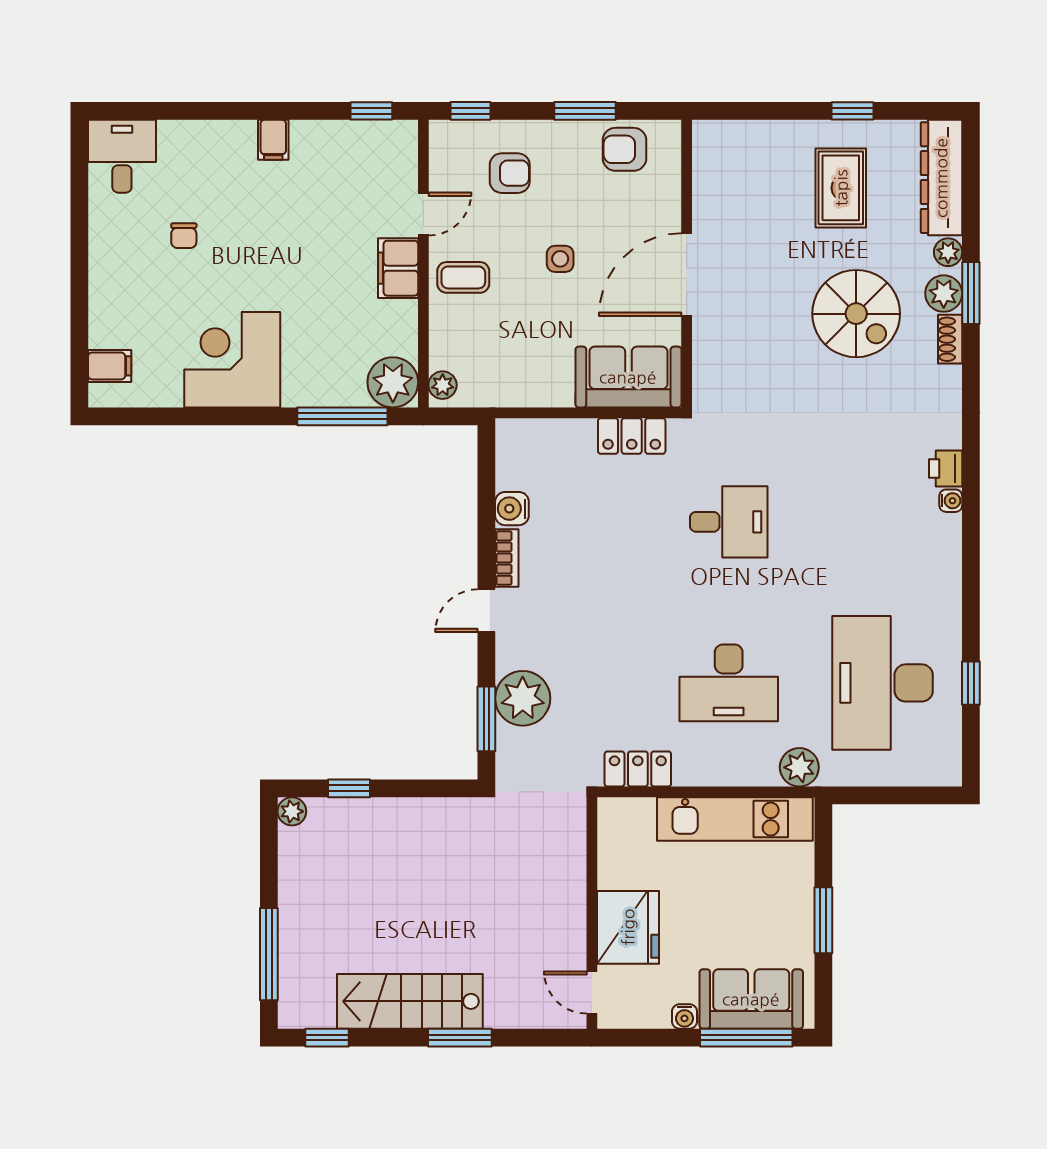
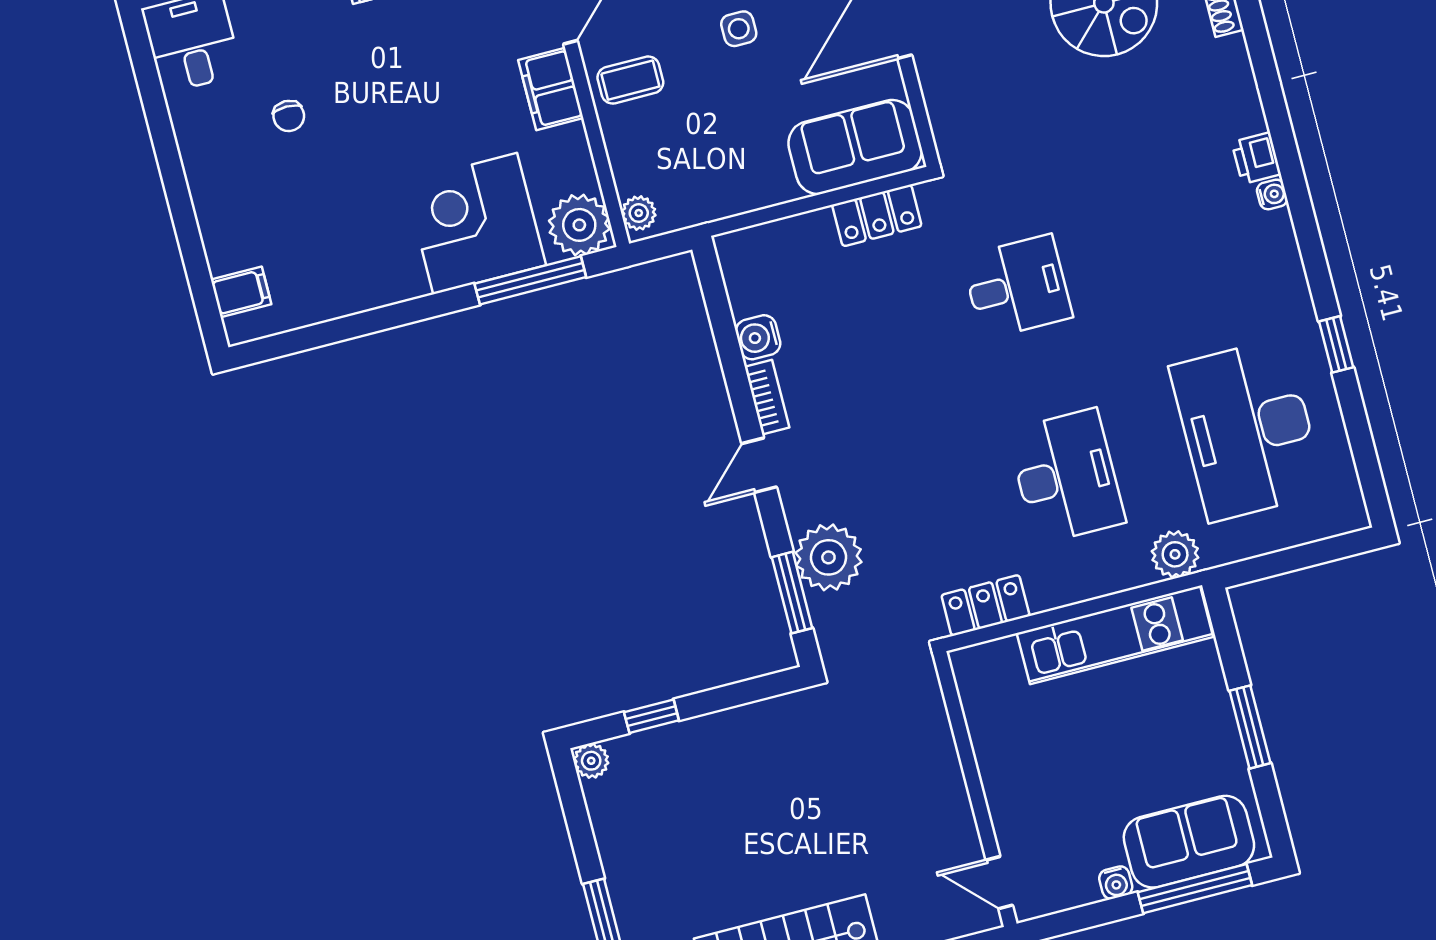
corner desk: (232, 360) -> (475, 224), moved
desk: (729, 683) -> (1066, 477), turned -90
window: (971, 683) -> (1336, 344), moved
fridge: (628, 927) -> (1022, 795), removed

